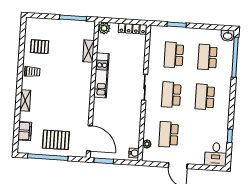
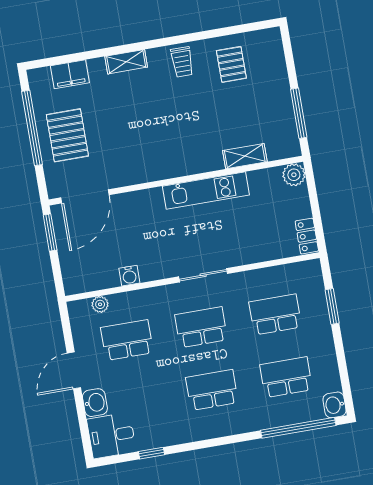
locker: (132, 29) -> (307, 236), width x0.66
water cooler: (134, 153) -> (129, 276), moved
washbasin: (197, 159) -> (95, 403), added

